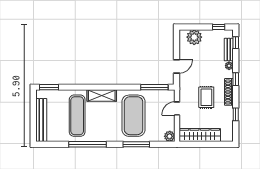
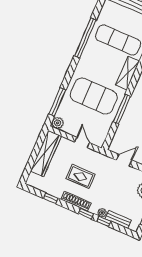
window: (236, 43) -> (104, 221), moved
door: (176, 66) -> (124, 160), swing flipped
window: (154, 87) -> (122, 109), moved
window: (136, 144) -> (57, 102), moved

